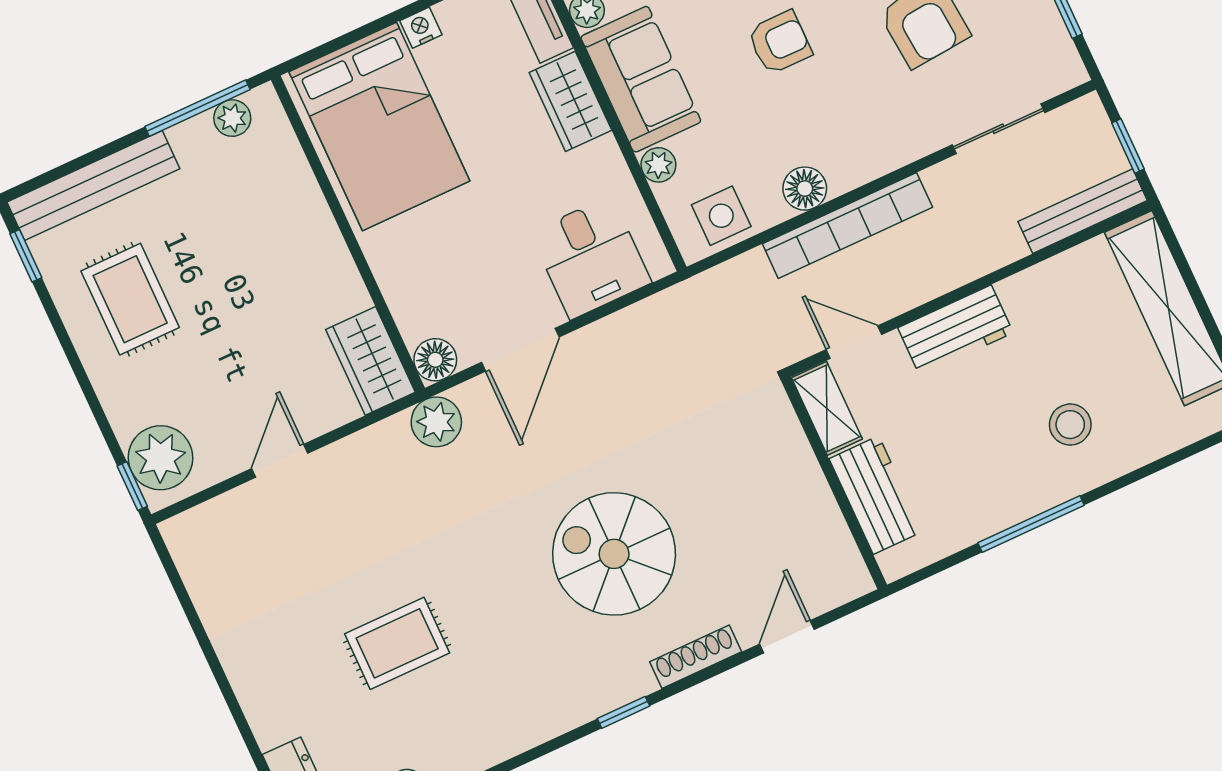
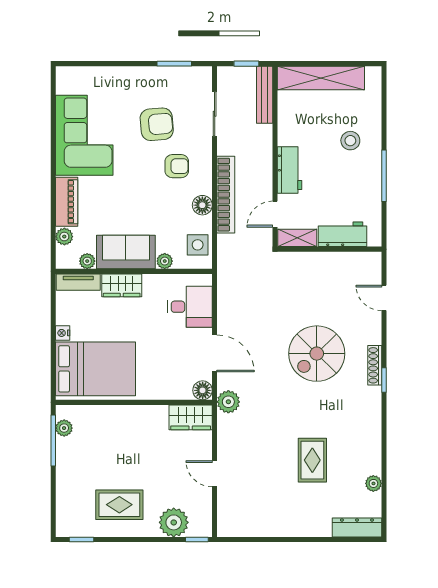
armchair: (780, 42) -> (177, 166), moved, turned 90
bench: (93, 185) -> (65, 498), removed
plant: (161, 458) -> (174, 522), moved
shoe rack: (696, 657) -> (375, 365), moved

